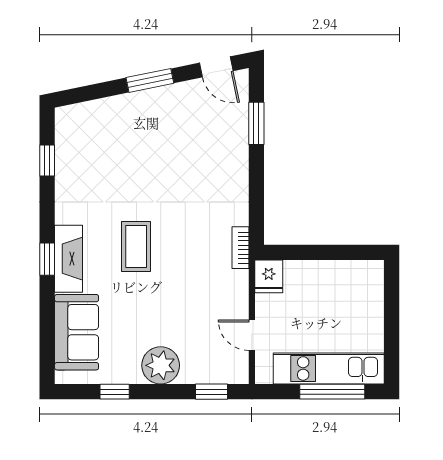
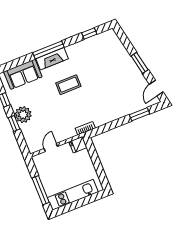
window: (47, 259) -> (48, 50), width x2.17
kitchen unit: (329, 368) -> (73, 195), moved, turned -90
window: (212, 392) -> (14, 123), moved

